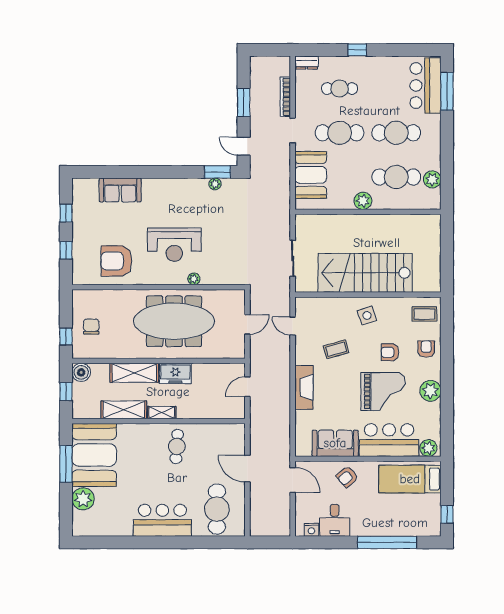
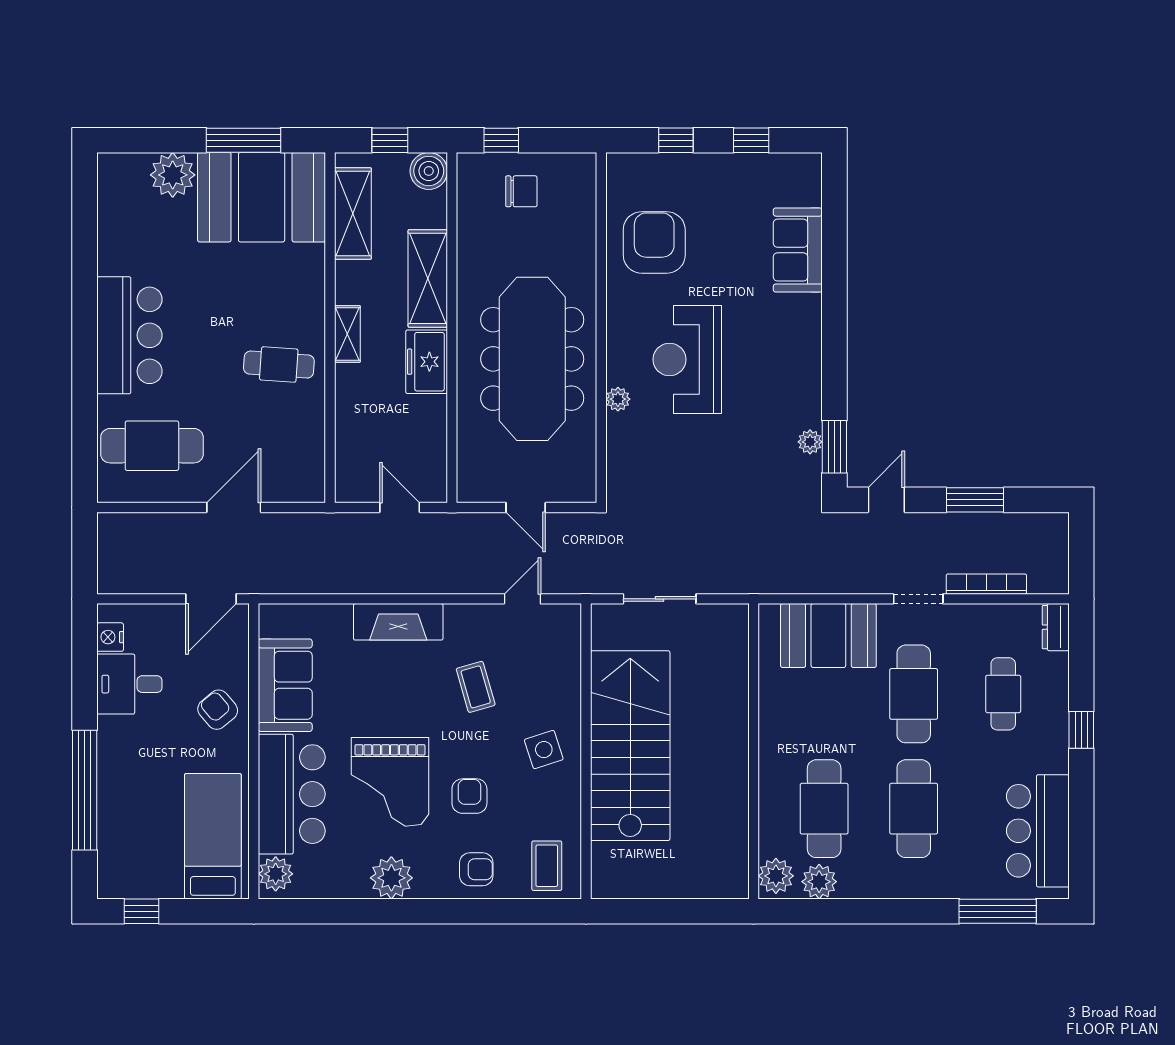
bar counter: (425, 85) -> (1038, 831), moved, turned -90
plant: (363, 201) -> (776, 876), moved
shelving: (124, 410) -> (353, 214), moved

